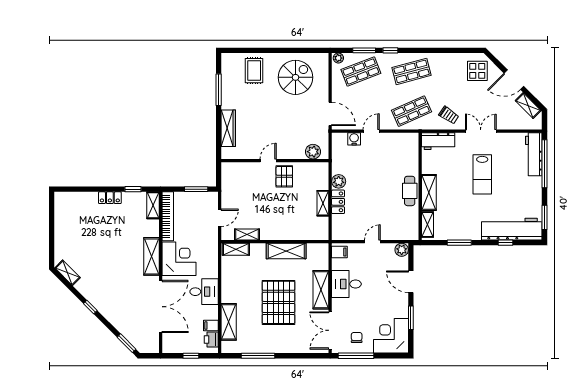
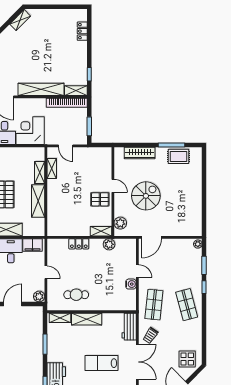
rug: (254, 71) -> (178, 156), moved
shop shelf: (361, 71) -> (187, 263), removed
spiral stairs: (295, 77) -> (146, 196), moved, turned -90
shop shelf: (412, 111) -> (154, 305), turned 30
double door: (481, 131) -> (137, 362), width x1.37
water cooler: (354, 139) -> (131, 284), moved
plant: (339, 181) -> (109, 244), moved
cafe table: (410, 191) -> (76, 295), moved
locker: (110, 198) -> (82, 31), moved
shelving: (323, 203) -> (101, 231), moved
shelving: (236, 249) -> (40, 172), moved
filing cabinet: (339, 252) -> (32, 245), width x2.00
shelving: (151, 256) -> (41, 89), width x1.47
corner desk: (179, 259) -> (30, 131), moved, turned 180

